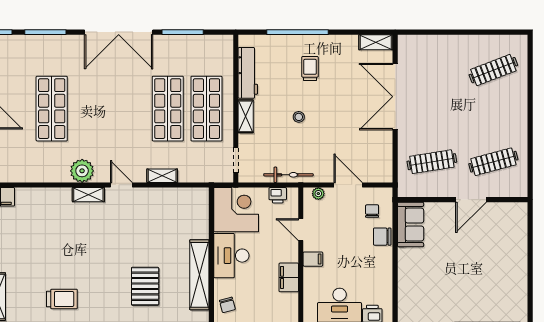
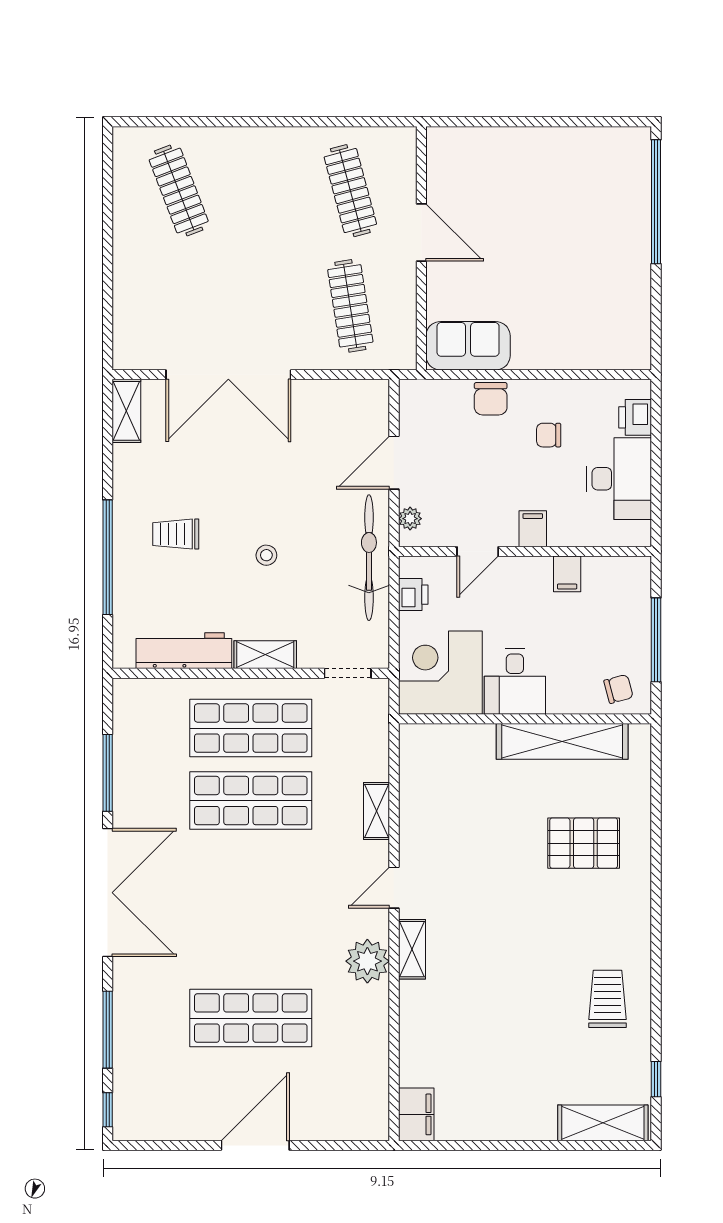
bicycle: (288, 175) -> (369, 558), width x1.37, depth x1.40
chair: (372, 211) -> (549, 435), moved
desk: (231, 256) -> (515, 681), width x0.73
filing cabinet: (289, 277) -> (567, 574), width x0.50

